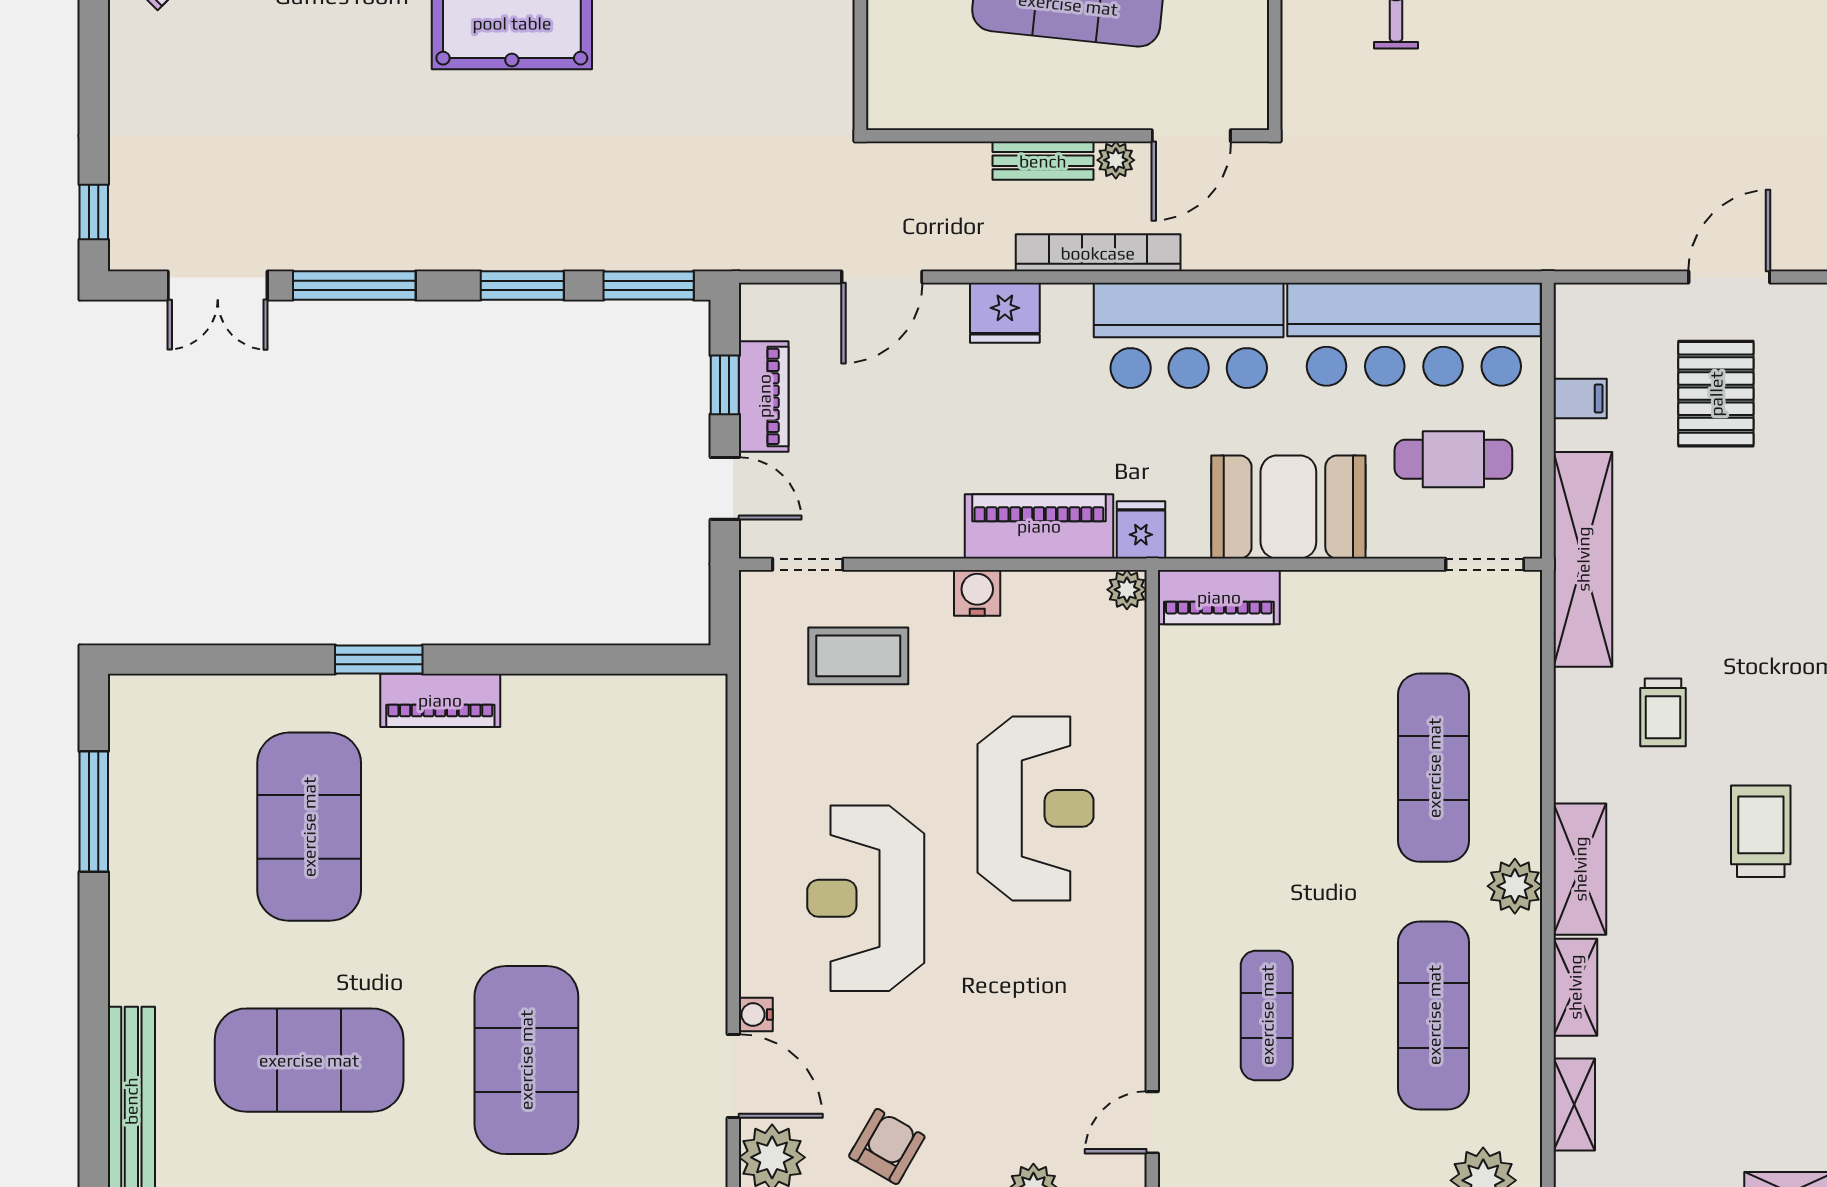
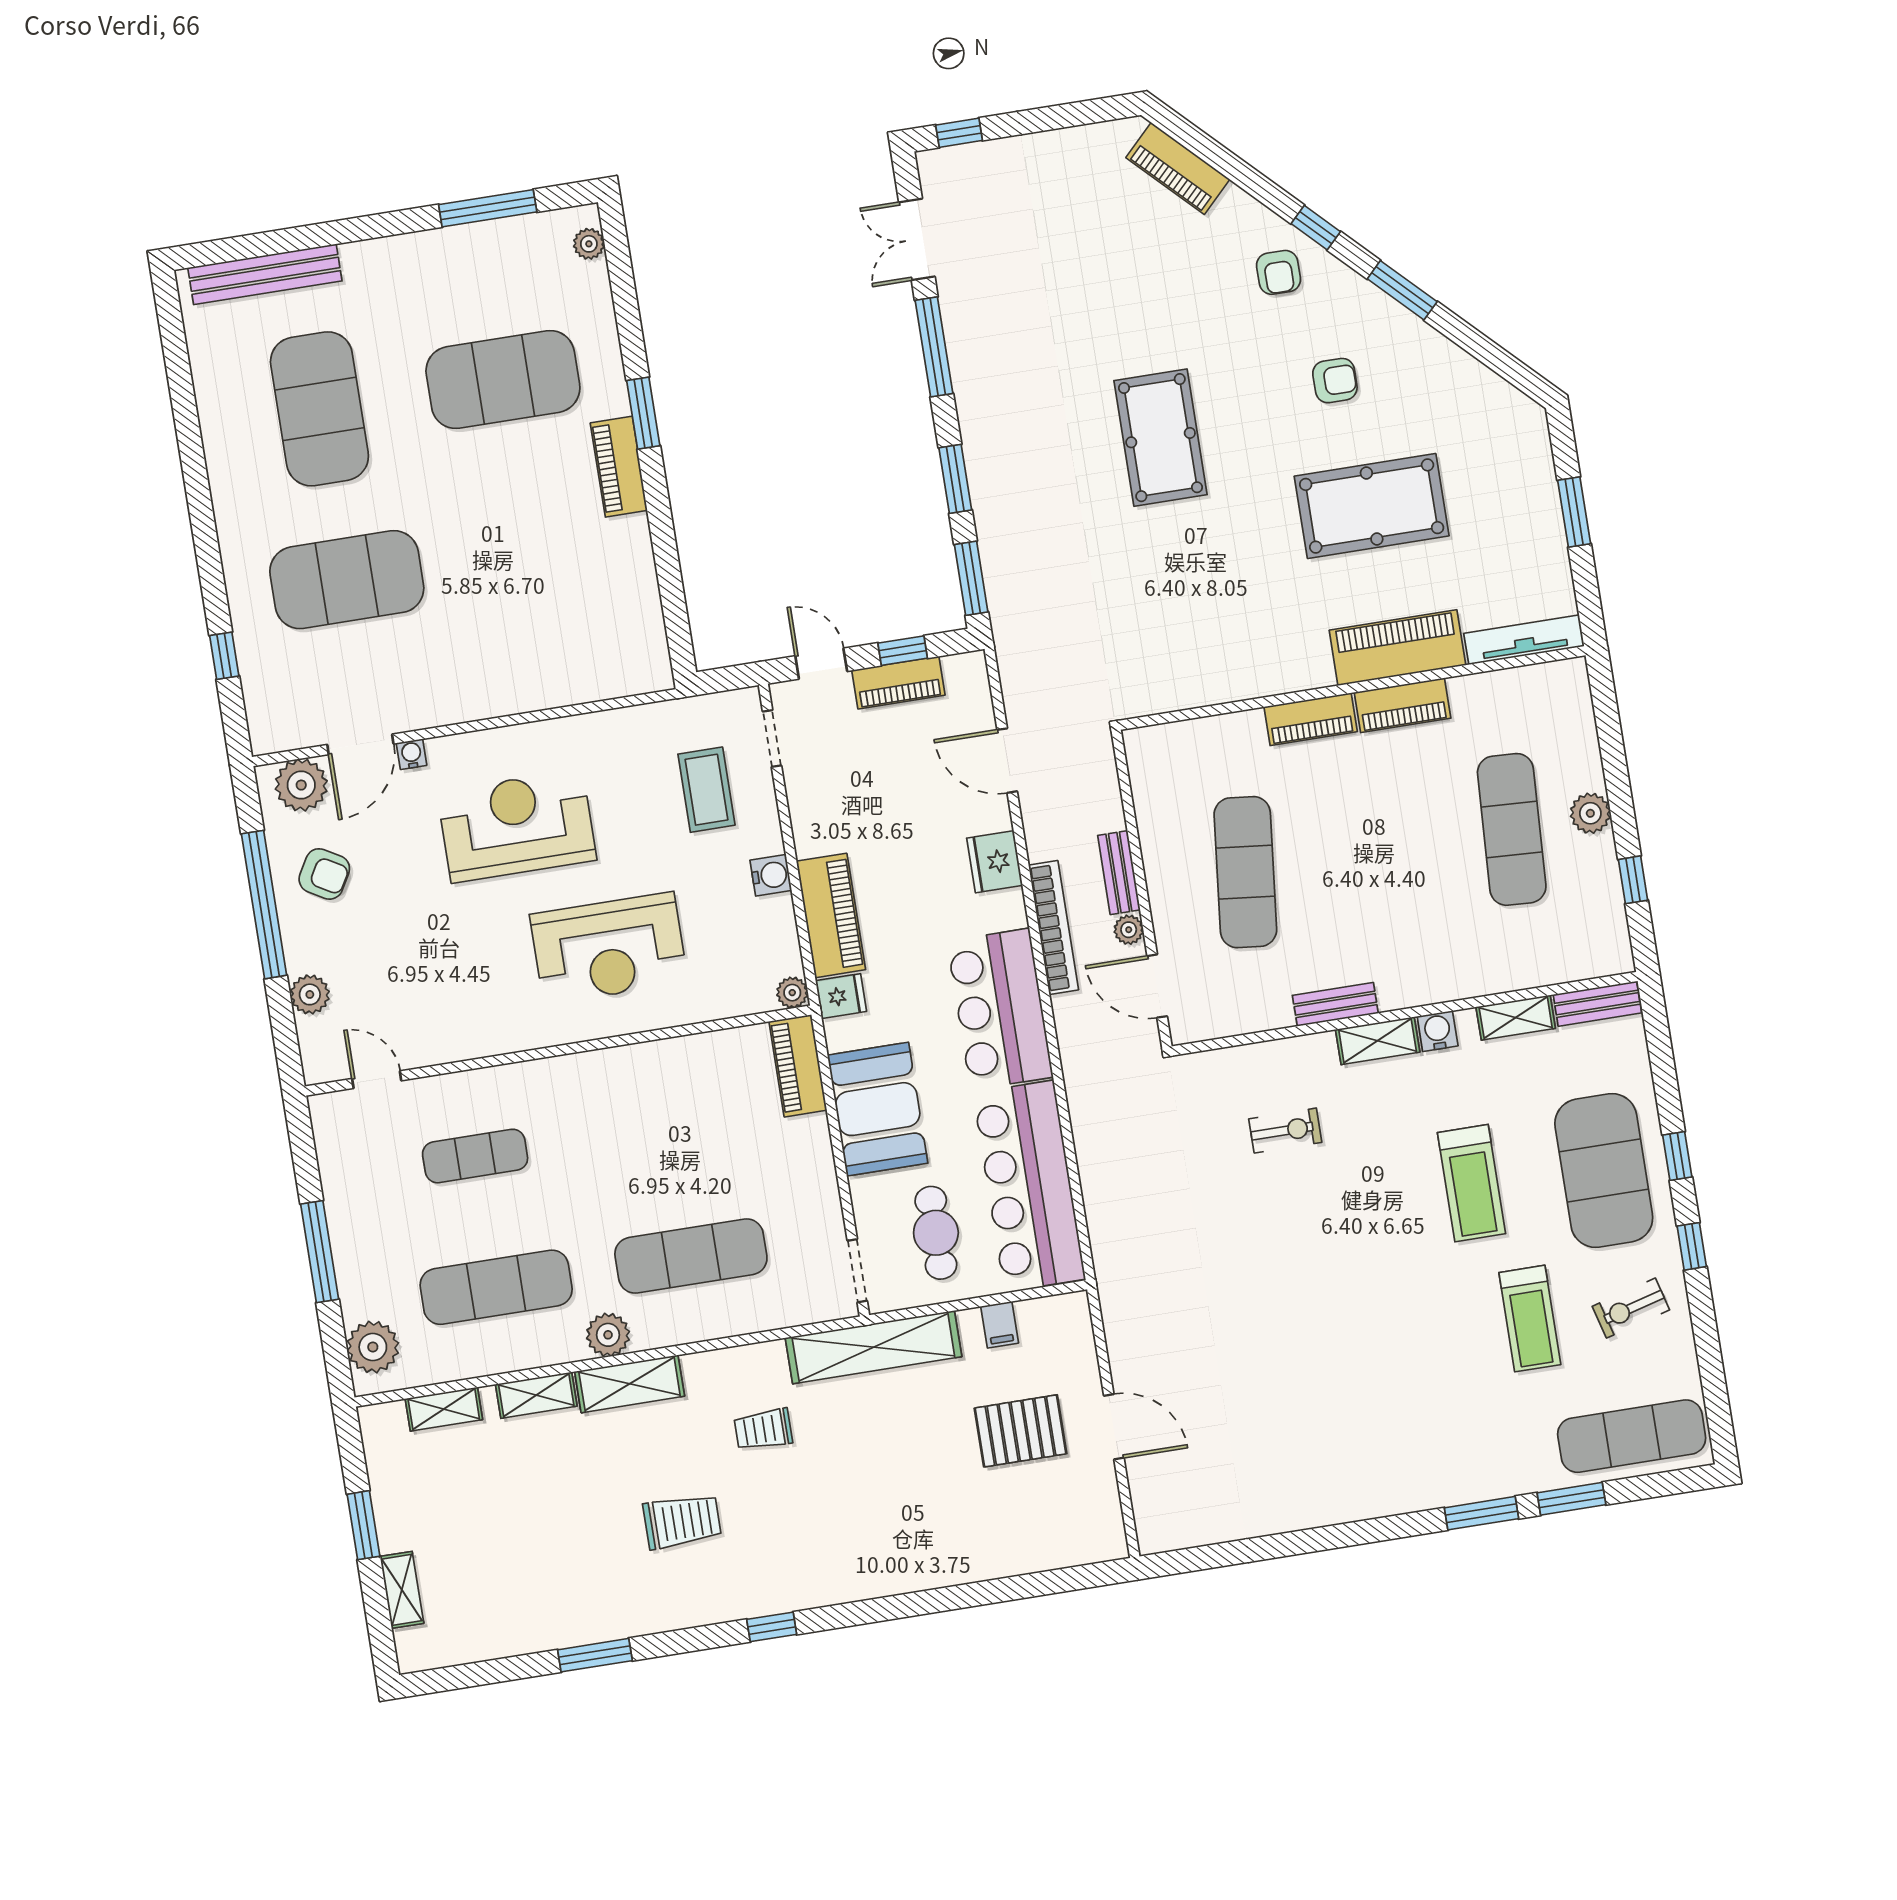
door: (725, 488) -> (821, 664), swing flipped
plant: (158, 693) -> (589, 244), added

